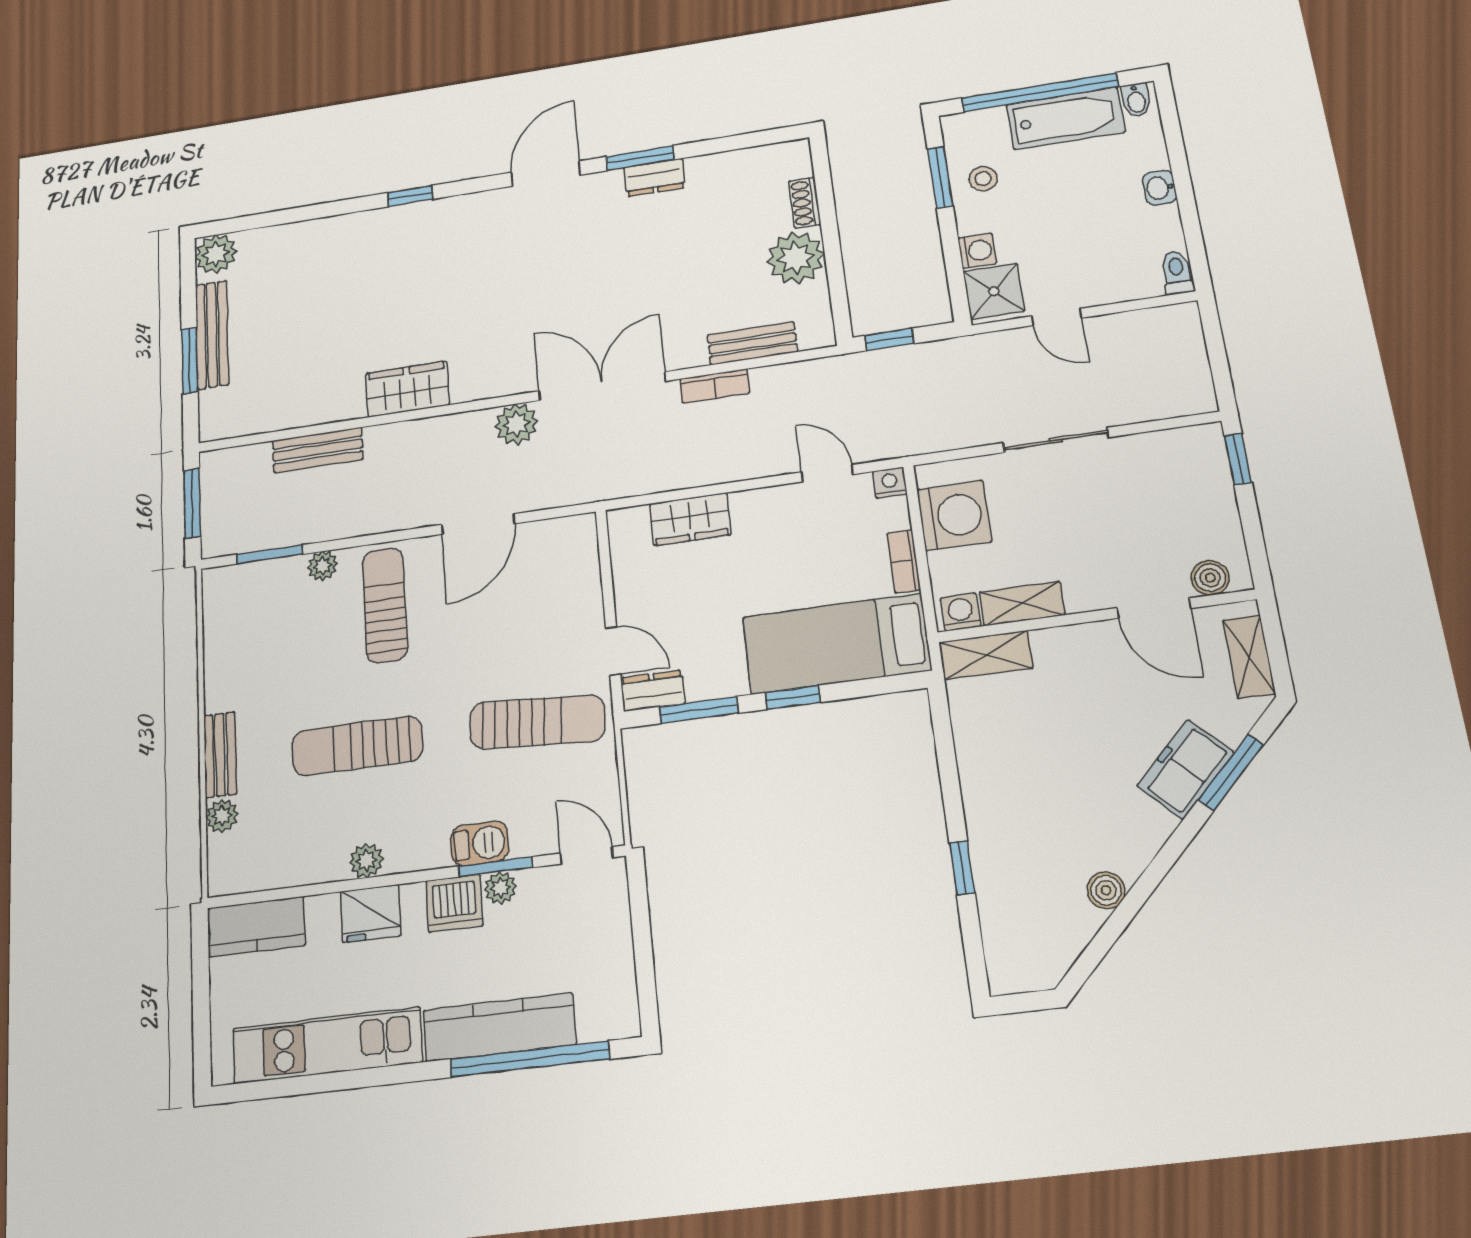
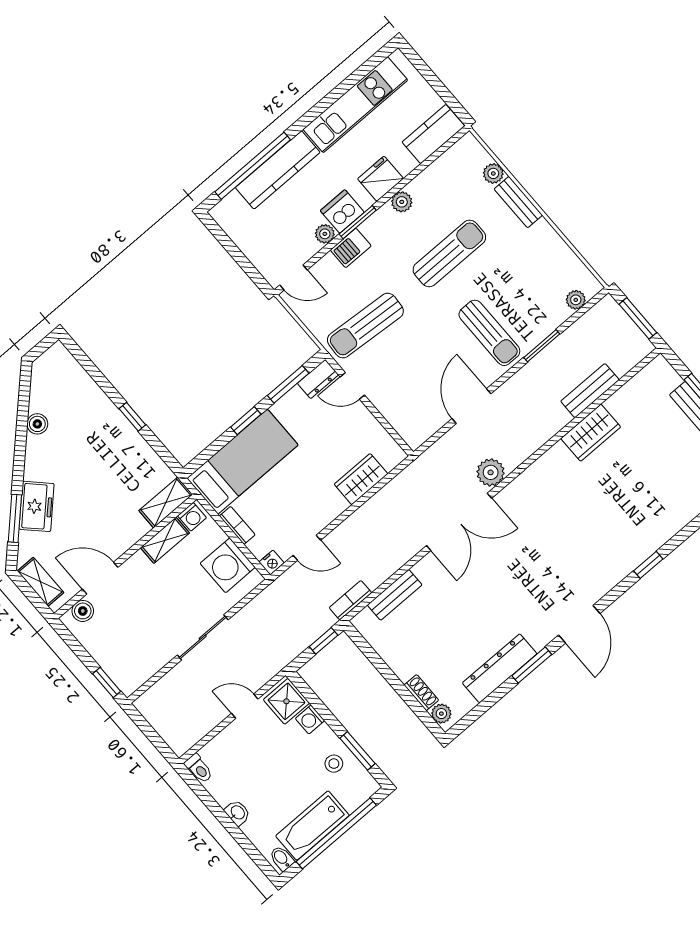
dresser: (654, 178) -> (500, 668), width x1.96, depth x1.24
plant: (796, 258) -> (441, 714), moved, width x0.53, depth x0.53
bookcase: (715, 386) -> (350, 600), moved
wardrobe: (407, 389) -> (591, 433), moved
window: (270, 554) -> (542, 346), moved
plant: (323, 566) -> (576, 300), moved
window: (495, 867) -> (358, 222), moved
window: (962, 868) -> (132, 417), moved

